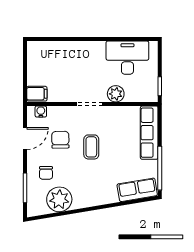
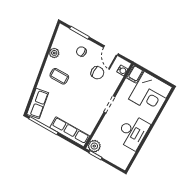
desk: (127, 58) -> (133, 132), moved
corner desk: (49, 63) -> (150, 93), added
plant: (116, 94) -> (94, 146), moved
coffee table: (91, 147) -> (59, 76), moved
plant: (59, 199) -> (54, 53), width x0.53, depth x0.53

